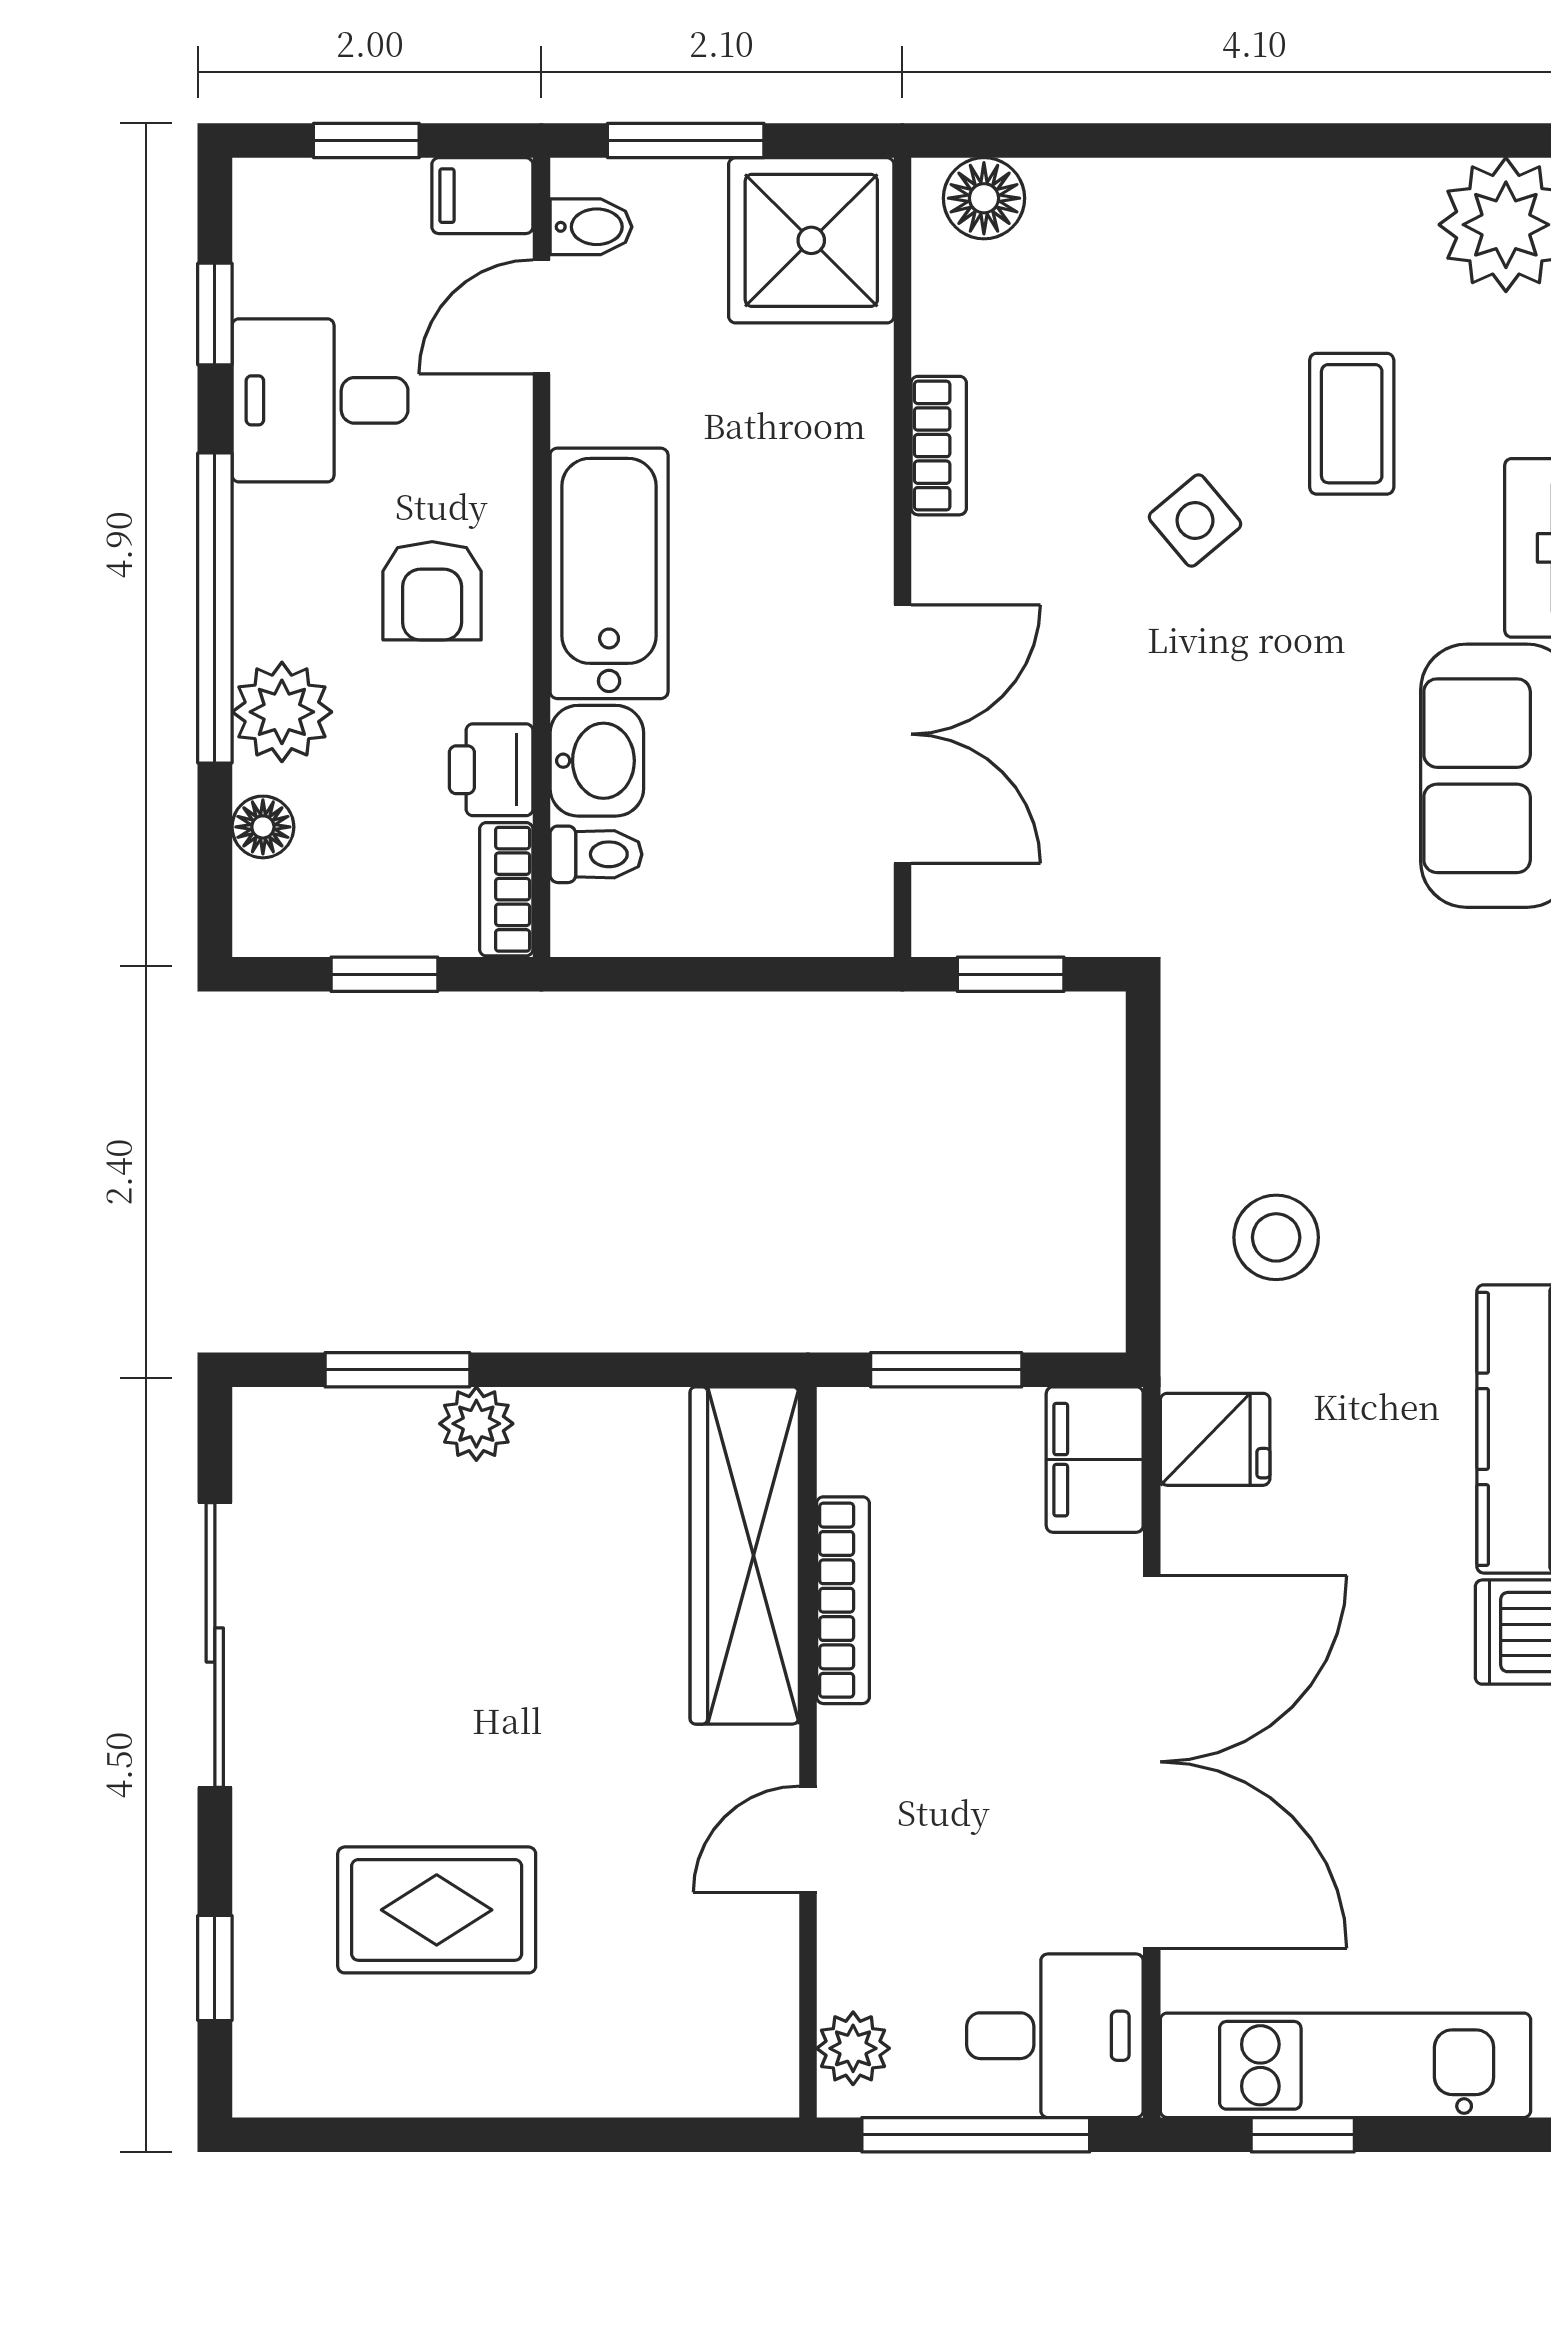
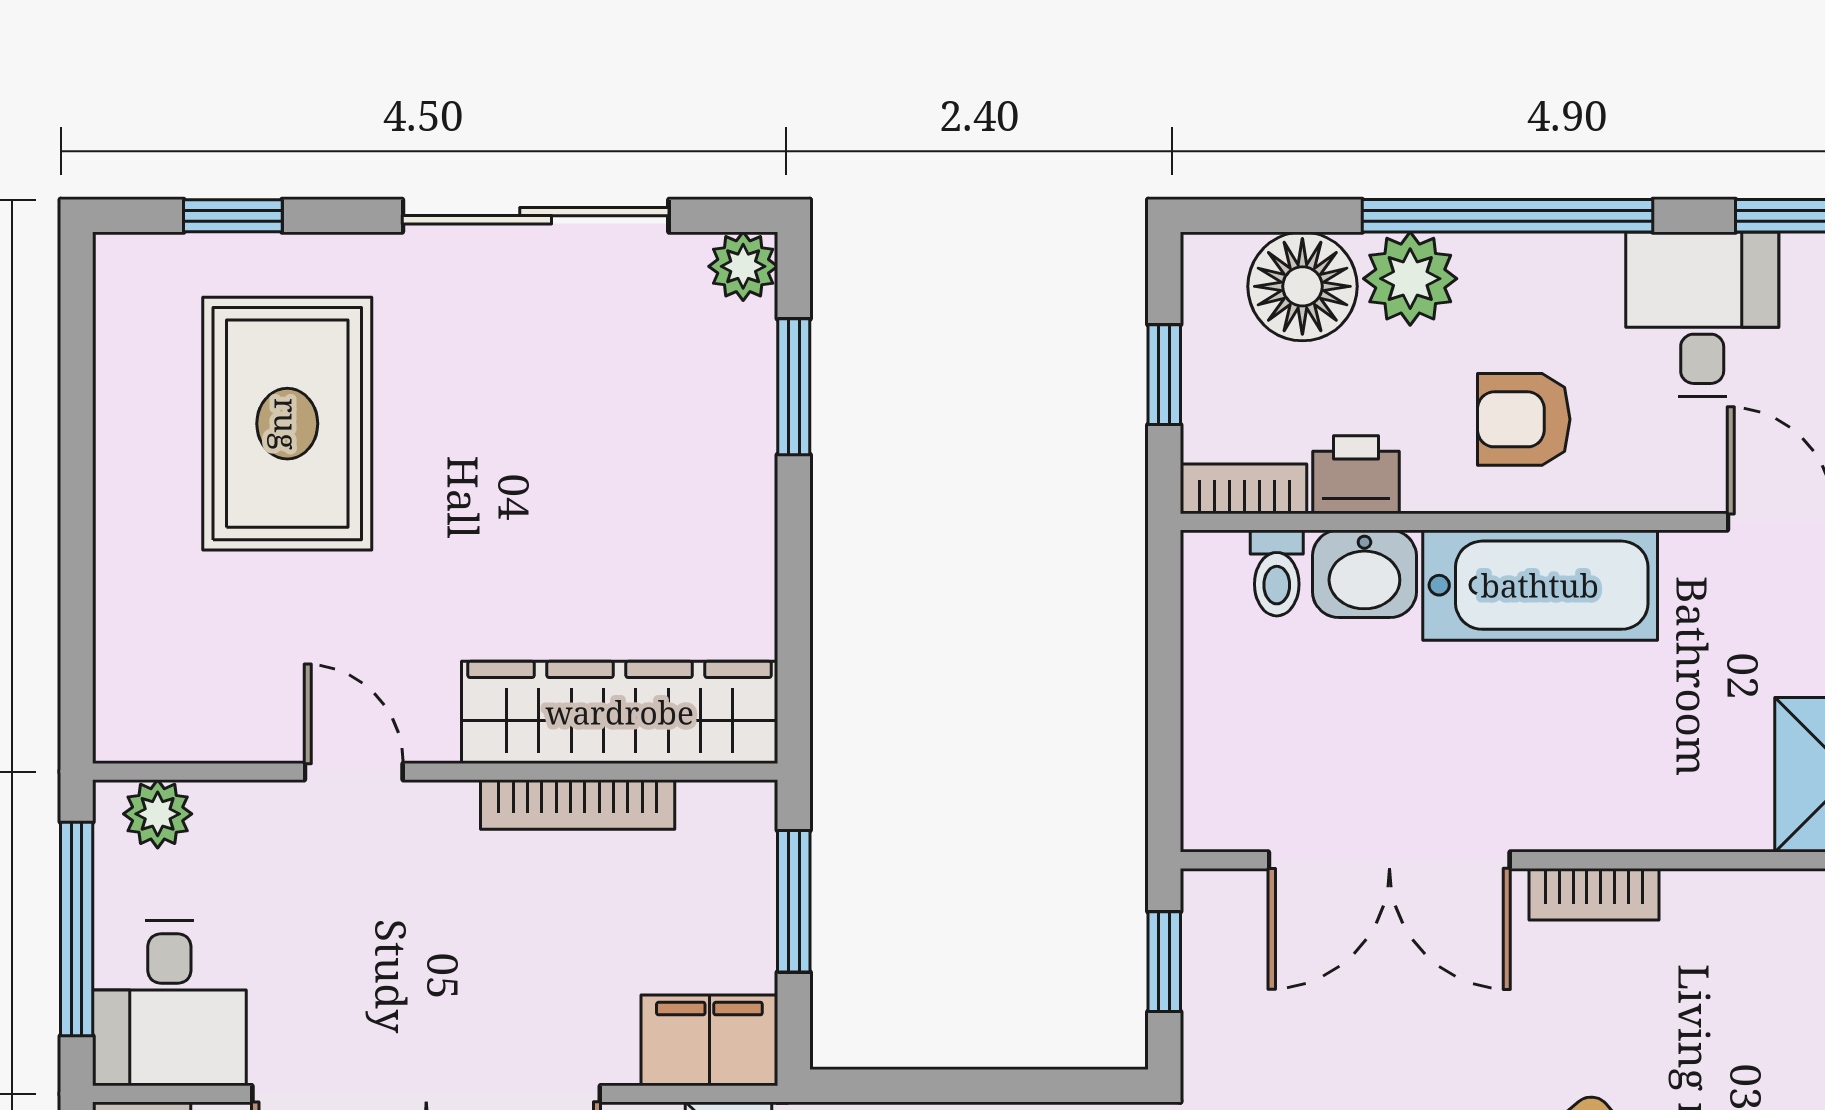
bookcase: (939, 446) -> (1594, 894), moved
floor lamp: (263, 827) -> (1302, 286), width x1.89, depth x1.89
plant: (476, 1424) -> (743, 266), moved
rug: (437, 1910) -> (287, 424), width x1.36, depth x1.43

